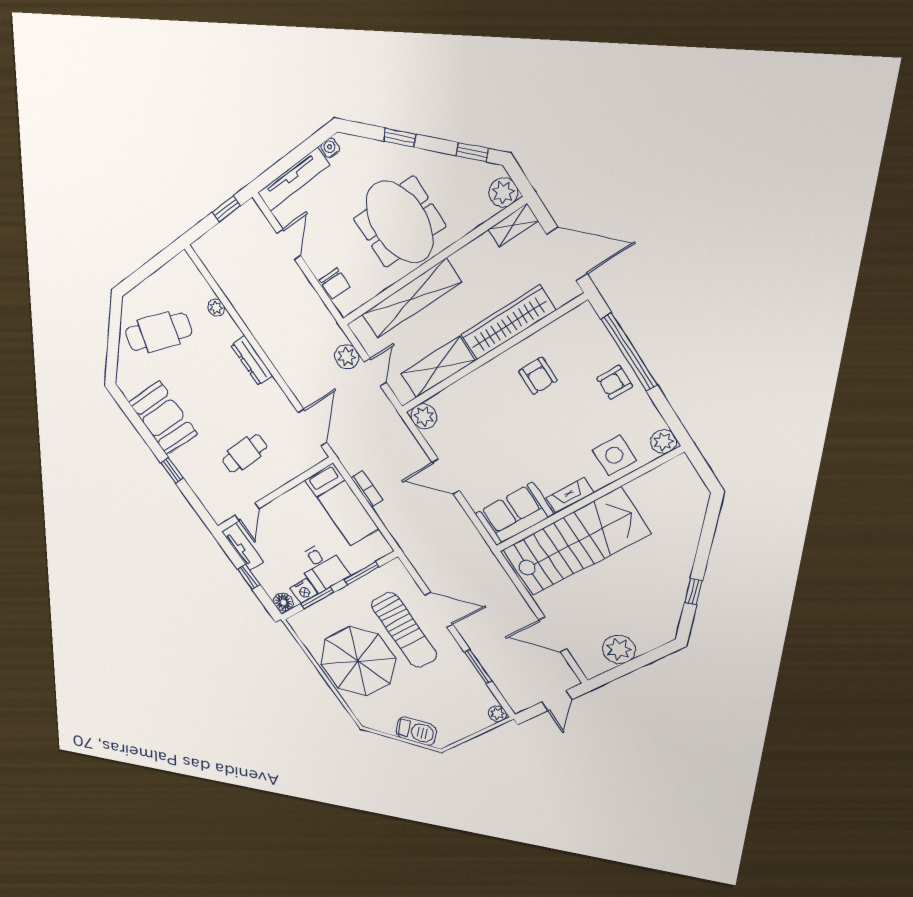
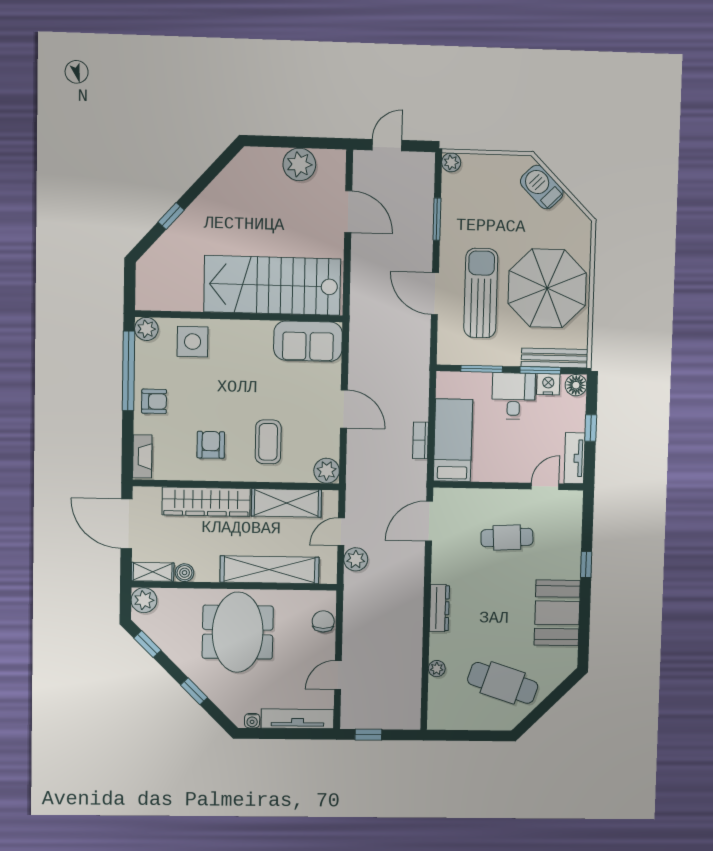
boiler: (484, 244) -> (185, 573), added
window: (629, 352) -> (128, 371), moved
coffee table: (490, 410) -> (268, 442), added
fireplace: (570, 495) -> (142, 456), moved, turned -90
window: (693, 592) -> (171, 216), moved
bench: (314, 613) -> (555, 358), added

